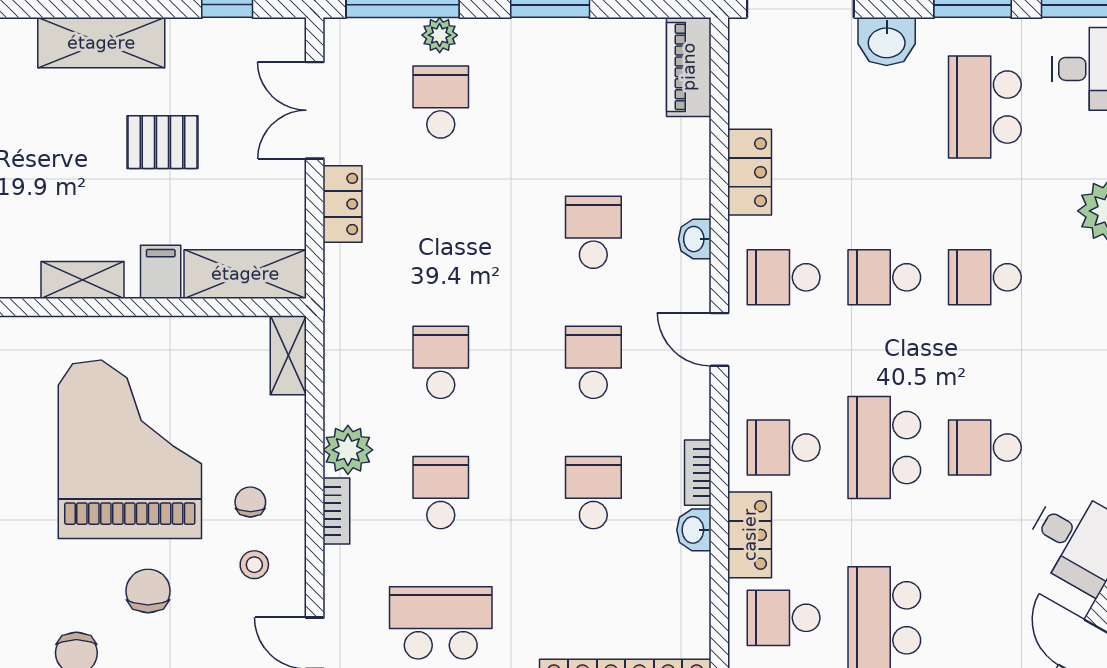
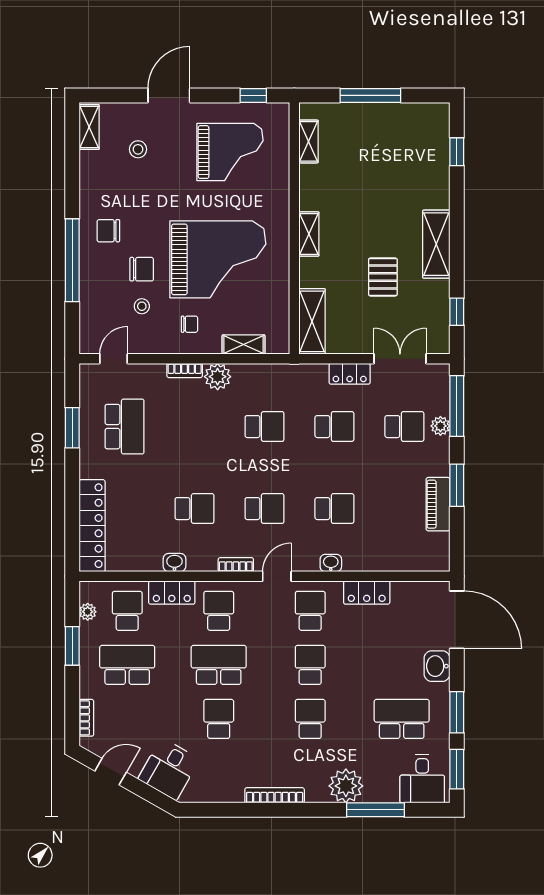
piano: (689, 67) -> (438, 504), moved, turned -90
filing cabinet: (161, 272) -> (313, 276), removed
shelving: (288, 355) -> (244, 345), moved
bookcase: (698, 473) -> (236, 565), moved
school desk: (441, 493) -> (334, 427), moved
stool: (254, 565) -> (142, 306), moved

